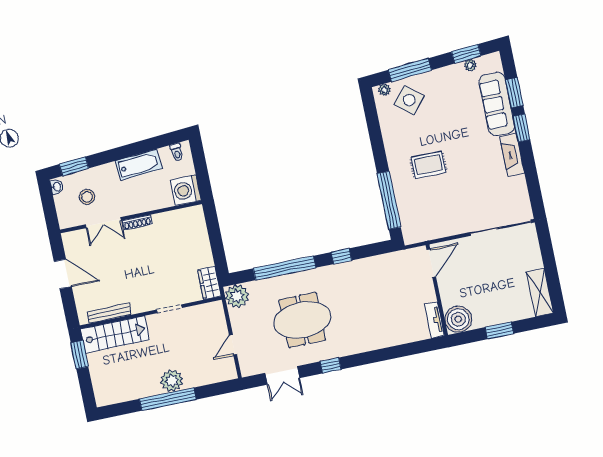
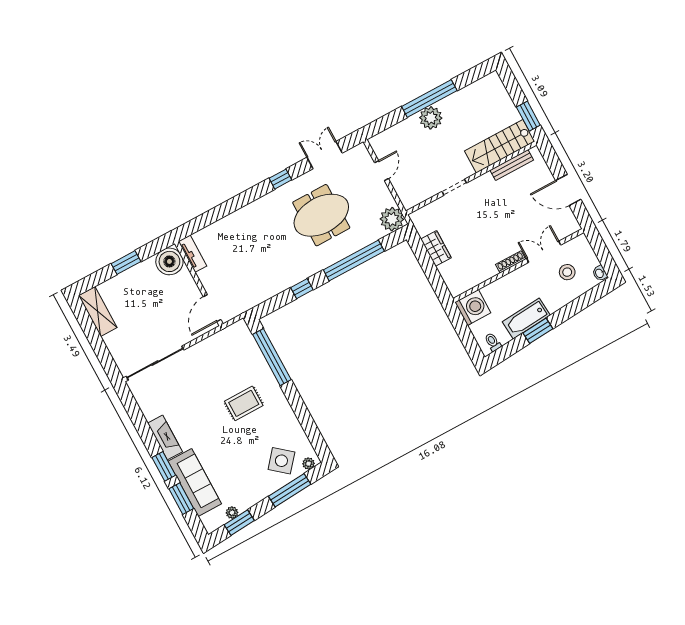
window: (74, 166) -> (538, 331), moved
wardrobe: (209, 283) -> (436, 248), moved

